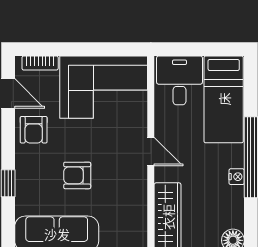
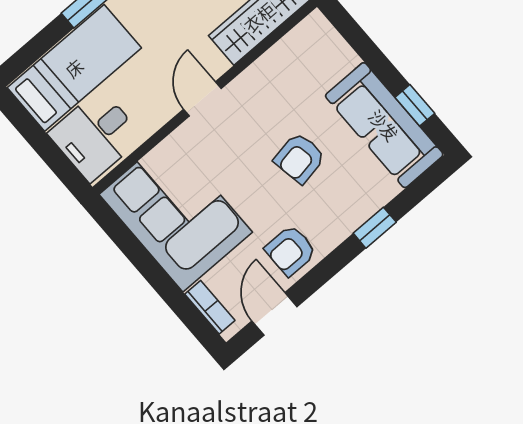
armchair: (34, 130) -> (290, 251), turned 180
armchair: (77, 175) -> (300, 158), turned 80

